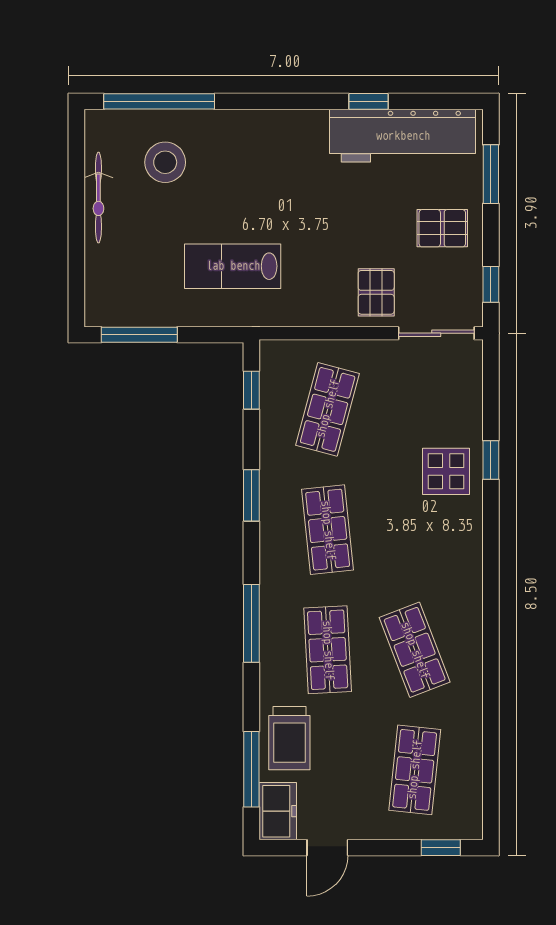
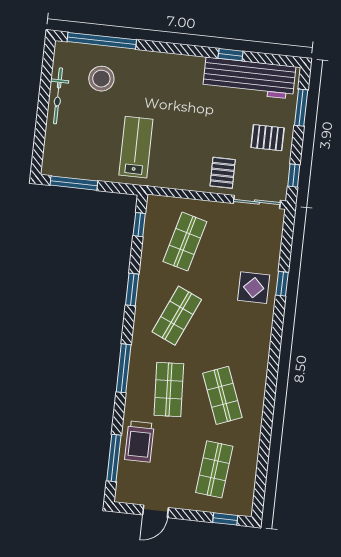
lab bench: (233, 266) -> (136, 147), turned 90
shop shelf: (328, 530) -> (177, 316), turned 30
freezer: (278, 811) -> (127, 486), removed

